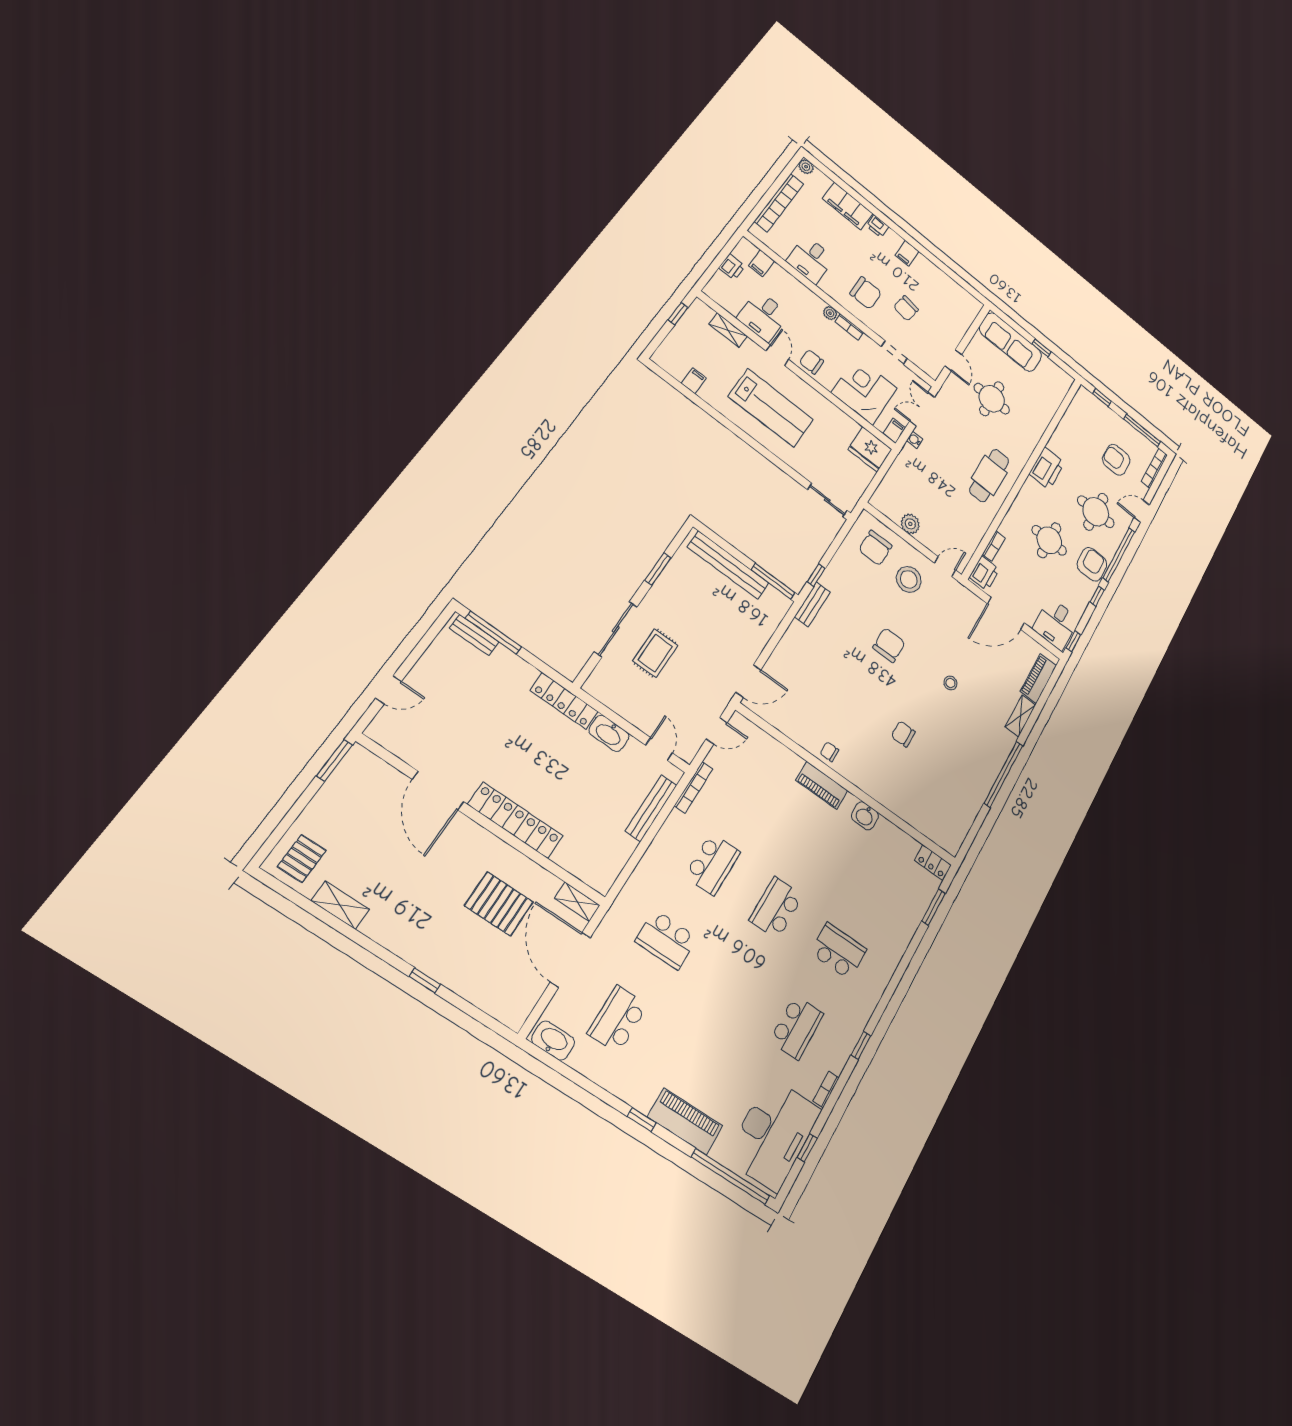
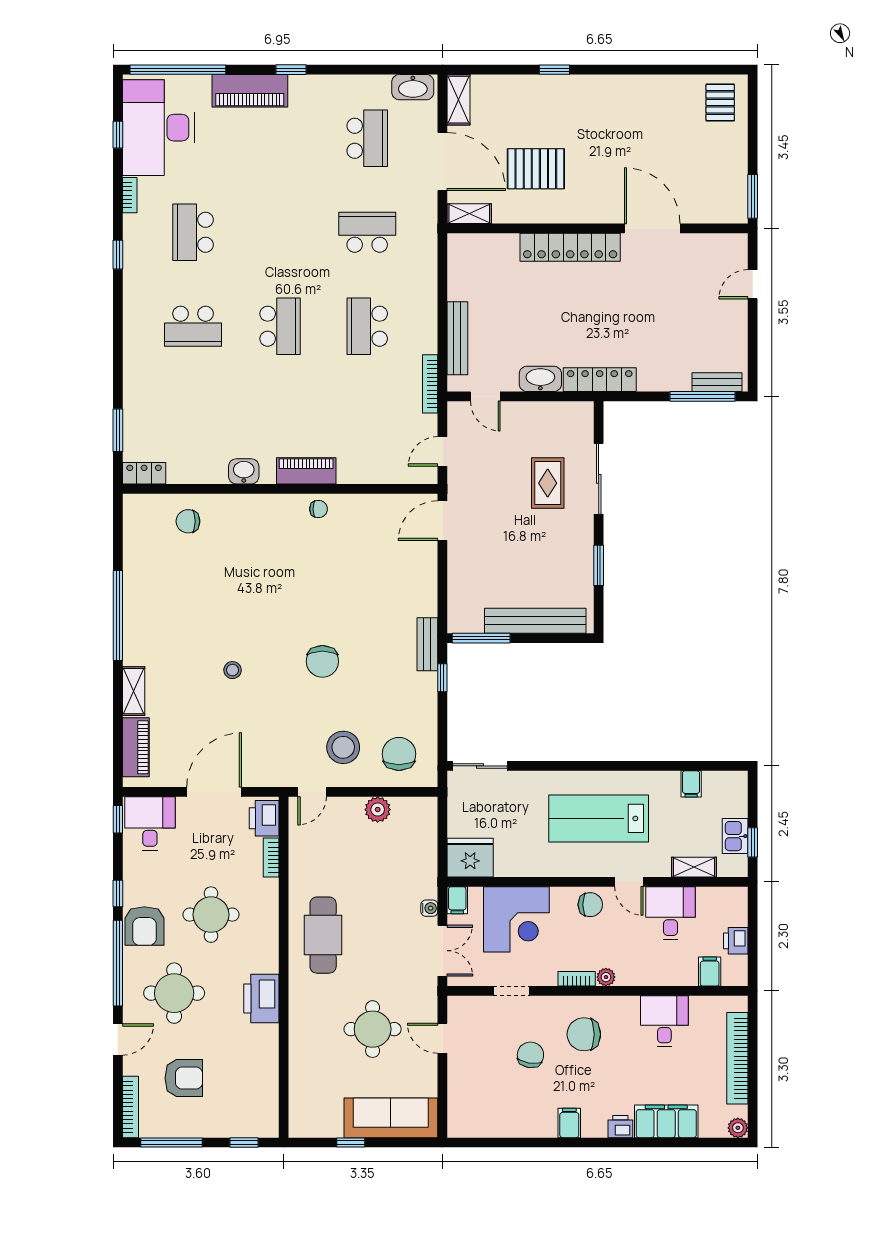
kitchen sink: (687, 327) -> (735, 836), added
chair: (903, 734) -> (188, 521), moved, turned 180
shelving: (340, 905) -> (458, 100), moved, turned 90

